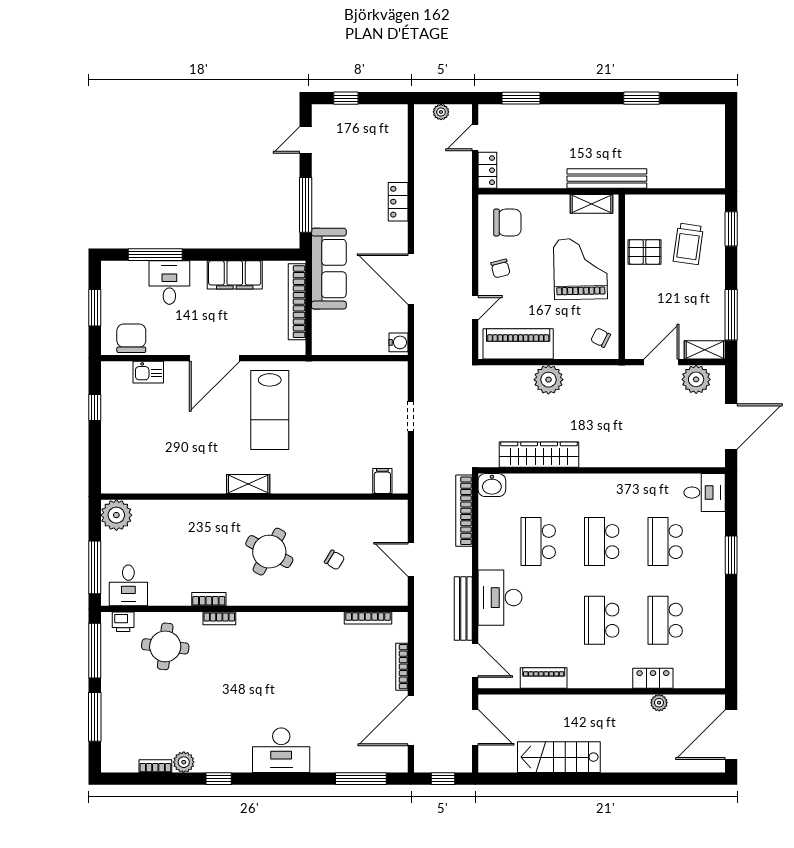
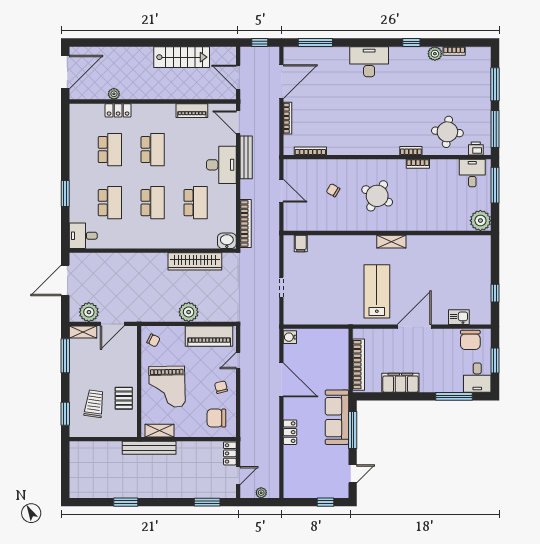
pallet: (644, 252) -> (124, 398), turned 90
sofa: (329, 269) -> (337, 417), moved
desk: (169, 283) -> (477, 378), moved

